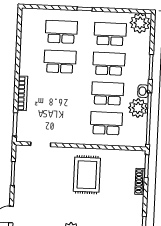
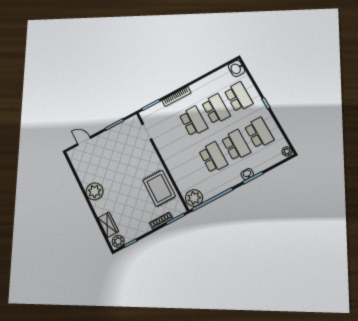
washbasin: (30, 16) -> (237, 68), added
plant: (140, 23) -> (287, 151), width x0.53, depth x0.53
washbasin: (143, 91) -> (247, 174), moved
plant: (138, 108) -> (194, 198), moved
school desk: (106, 123) -> (193, 121), moved
rug: (87, 175) -> (159, 188), moved, turned 90

